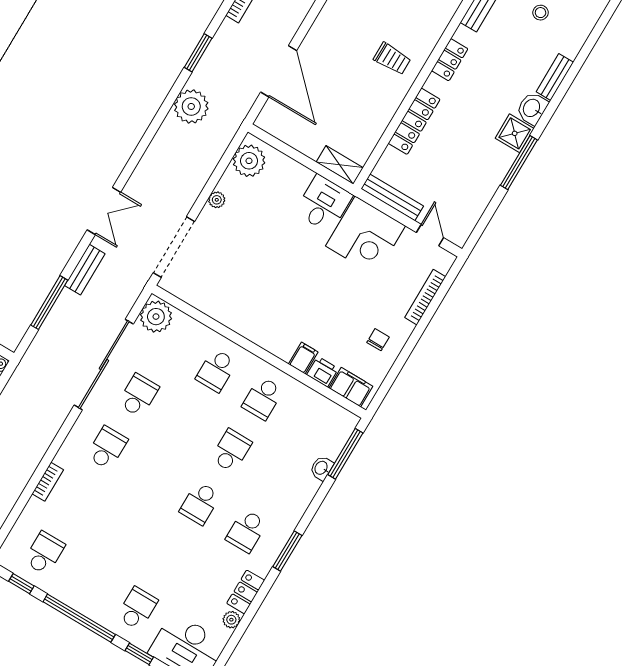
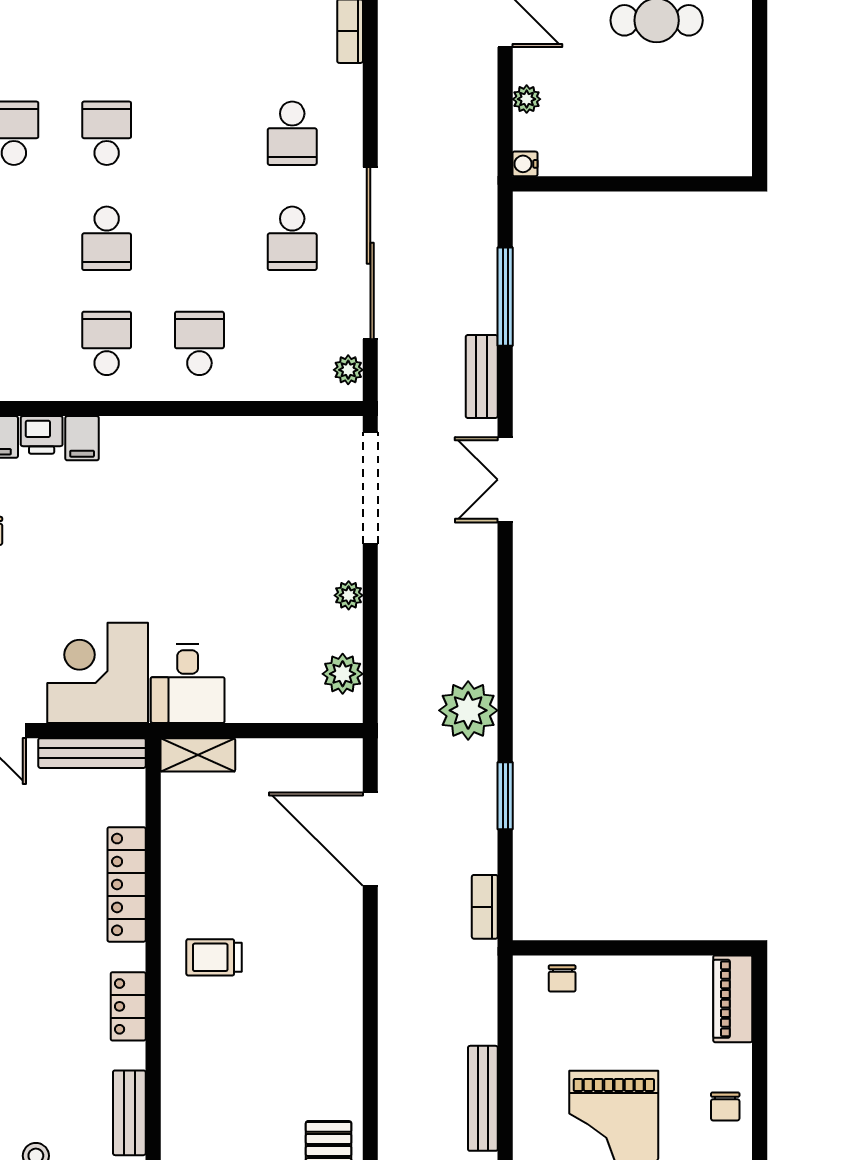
plant: (249, 161) -> (343, 674), width x0.73, depth x0.73
plant: (156, 317) -> (348, 370), width x0.53, depth x0.53

